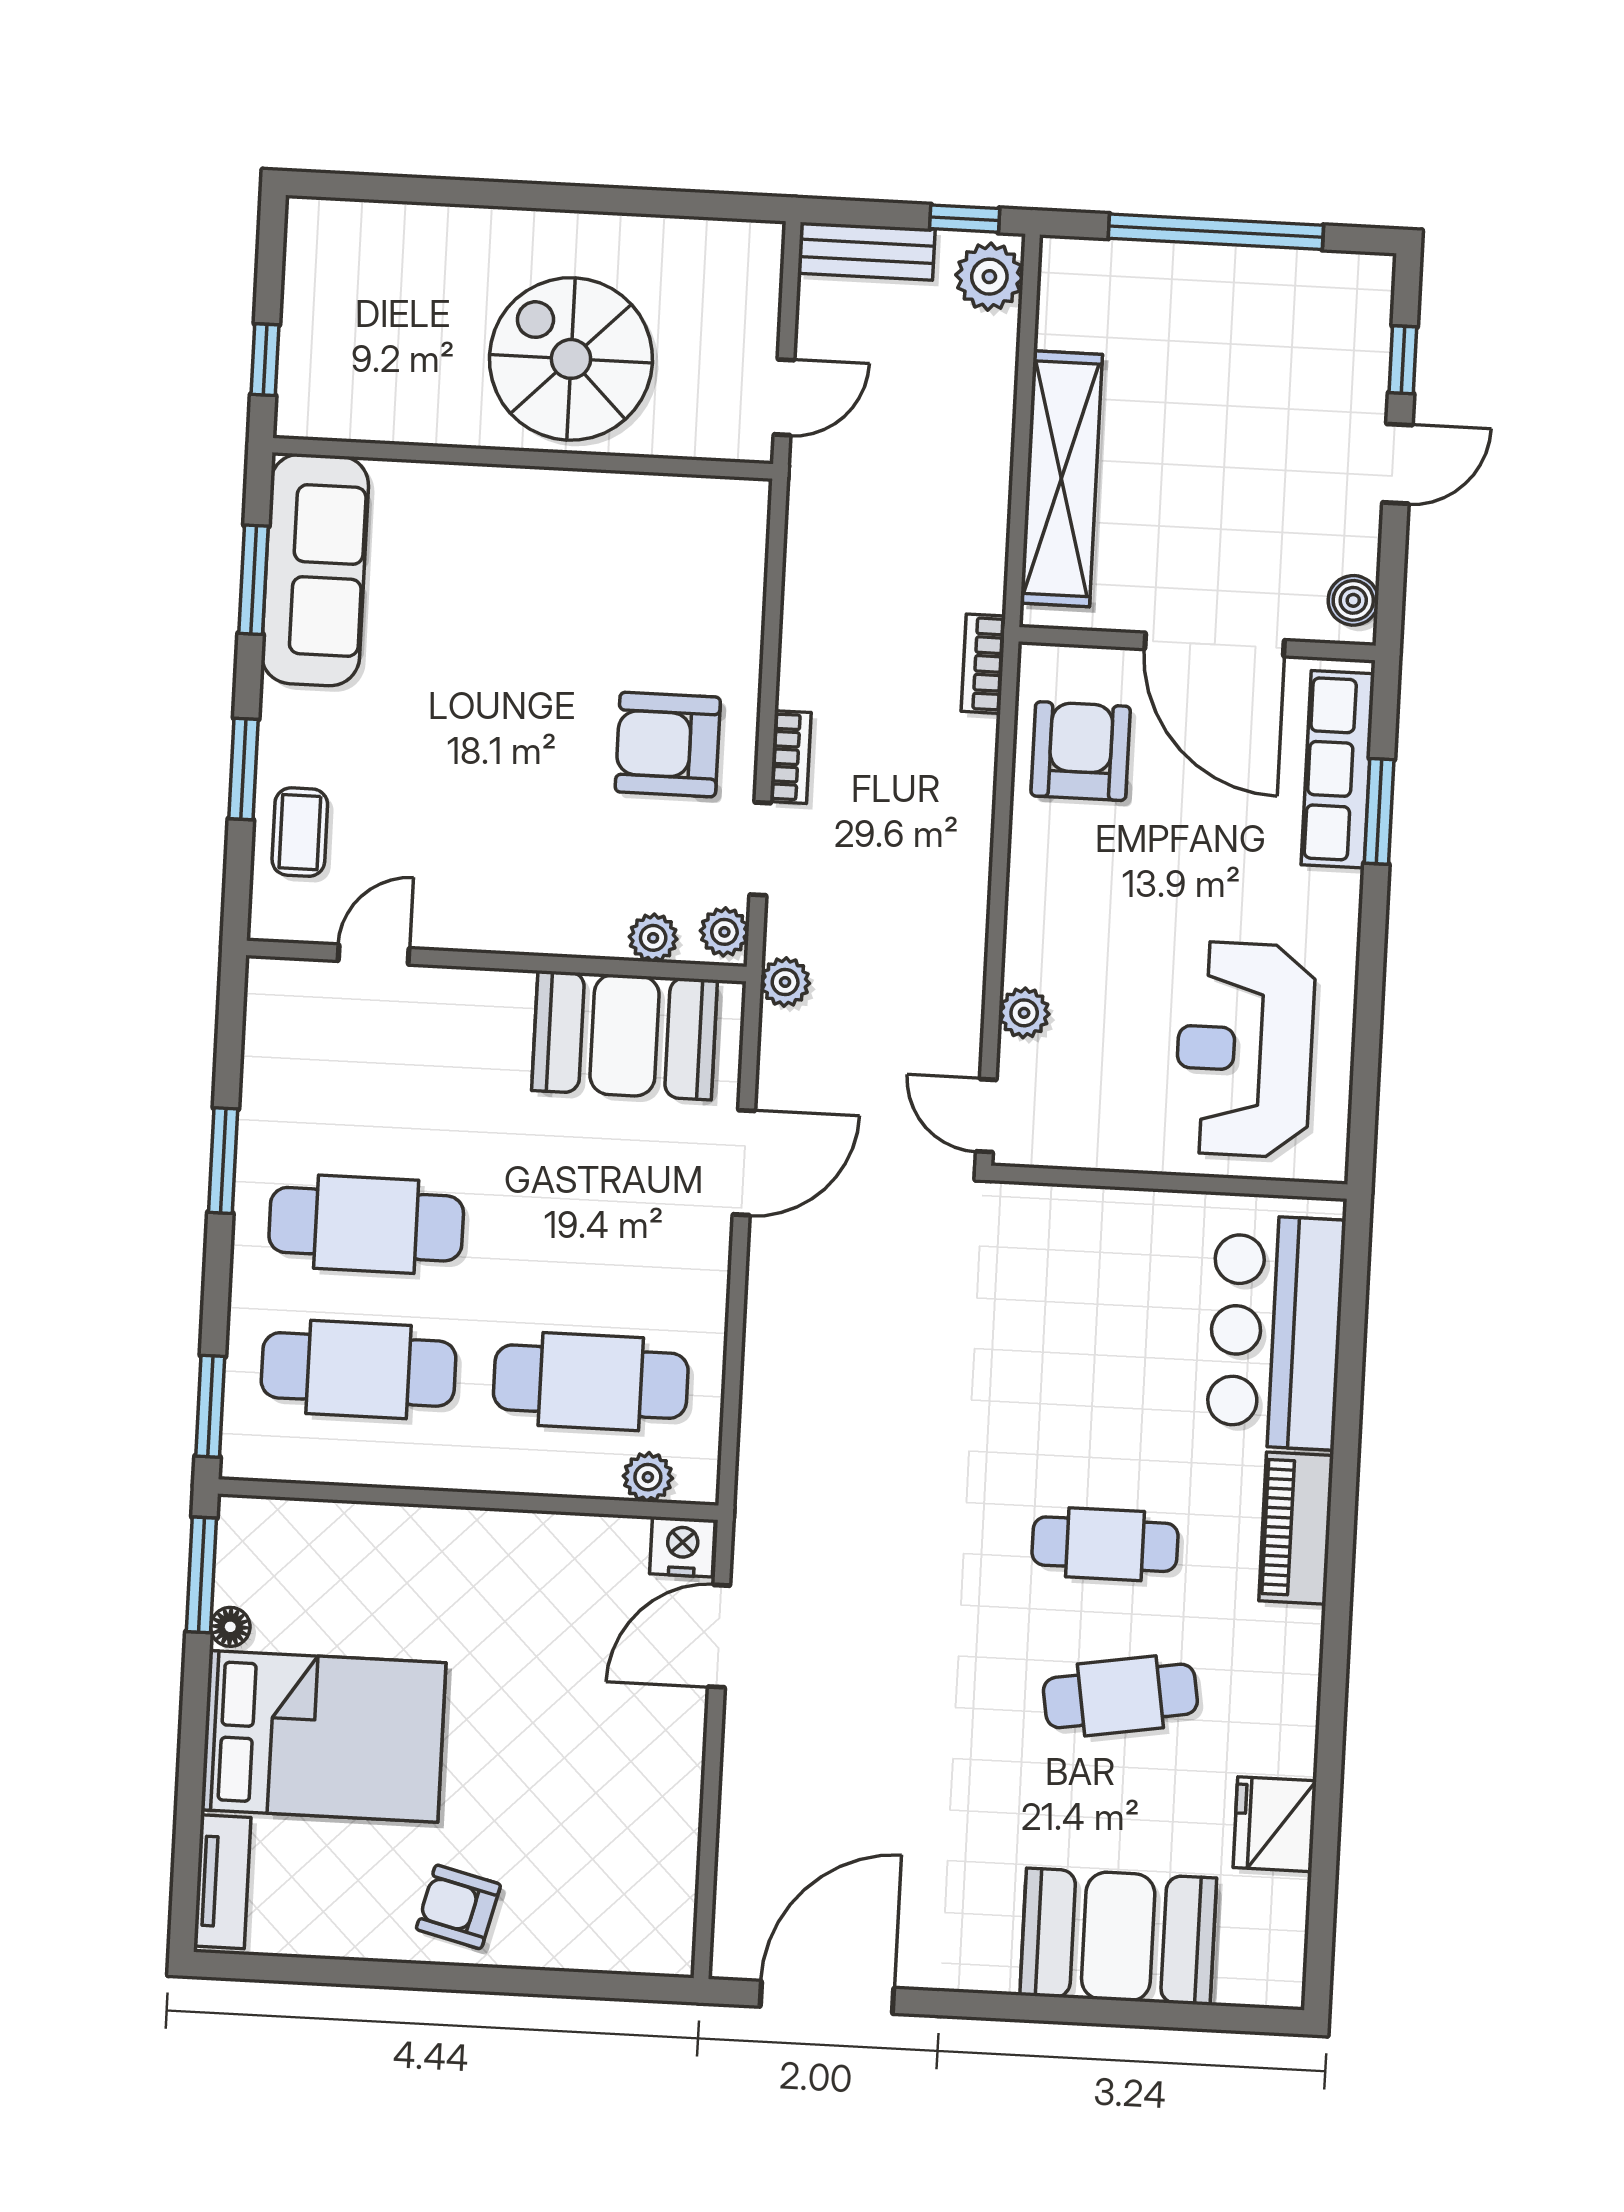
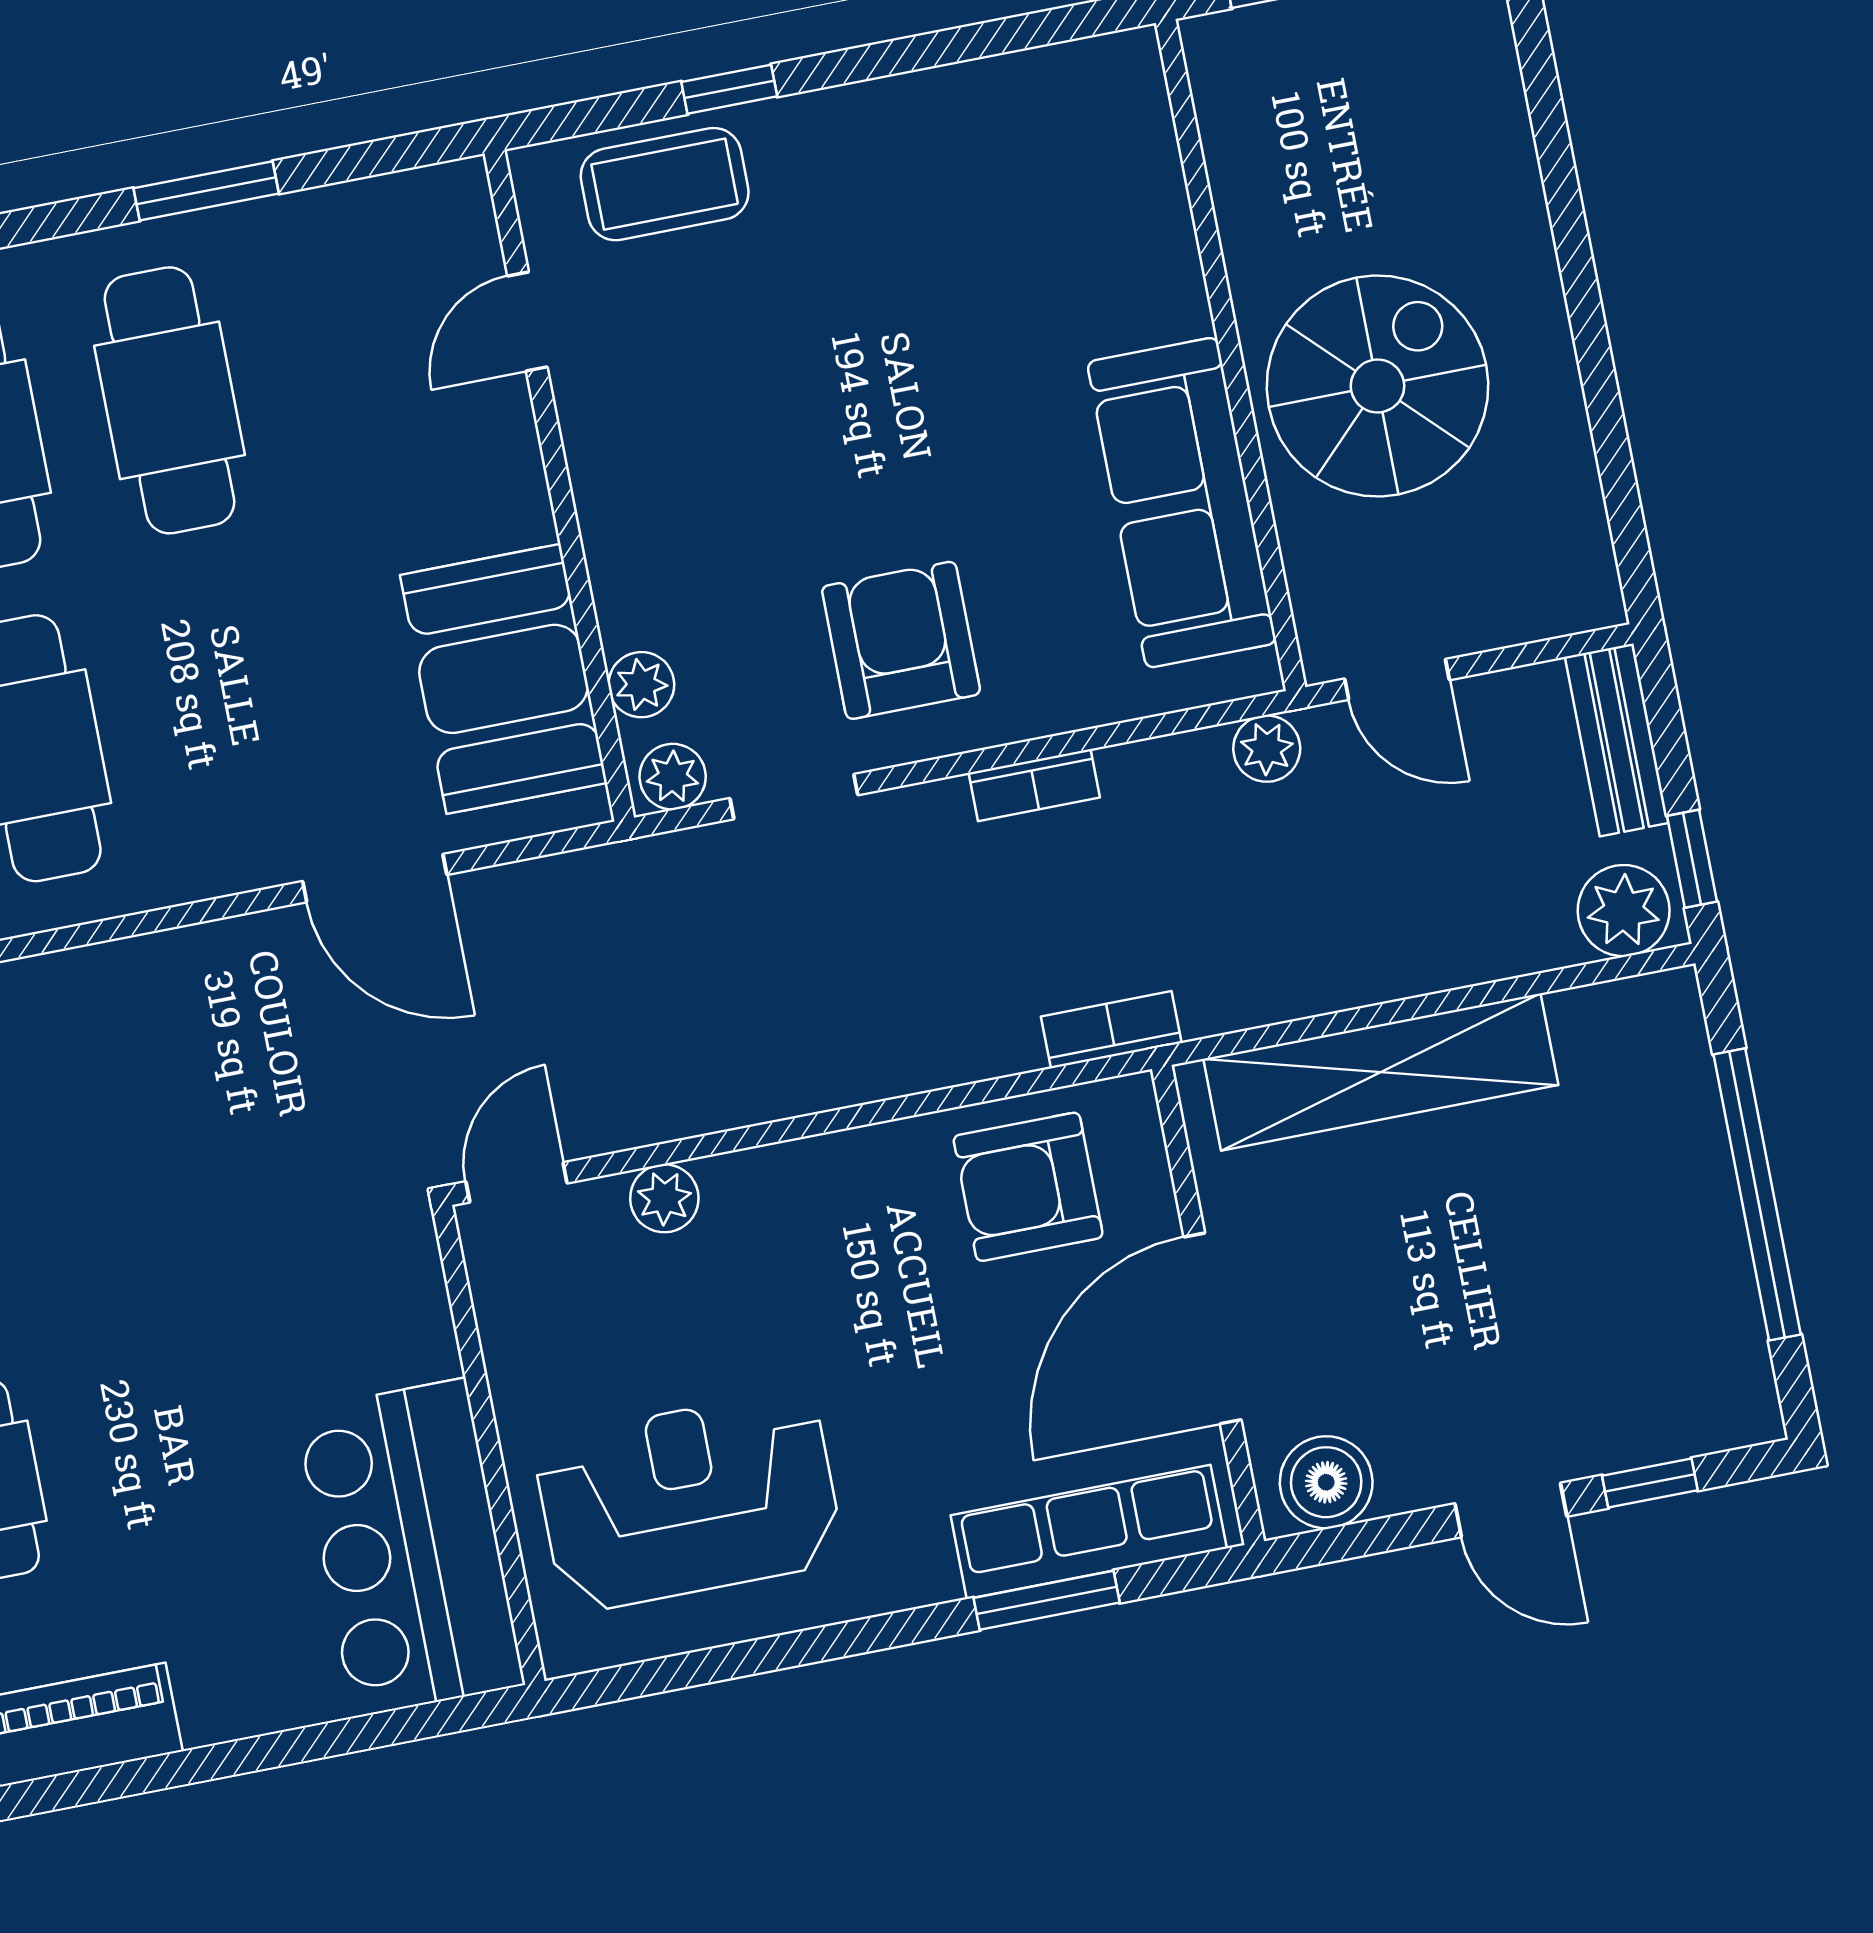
sofa: (315, 570) -> (1182, 503), moved, turned 90
window: (253, 580) -> (982, 40), removed
boiler: (1353, 600) -> (1326, 1482), width x1.36, depth x1.36
armchair: (1081, 751) -> (1028, 1187), turned 180
bookcase: (791, 757) -> (1034, 785), moved
window: (244, 769) -> (729, 89), width x0.67
coffee table: (300, 832) -> (665, 184), width x1.36, depth x1.30
door: (374, 955) -> (527, 322), swing flipped
plant: (785, 982) -> (1267, 749), moved
bar counter: (1276, 1332) -> (410, 1548), moved, turned -90

